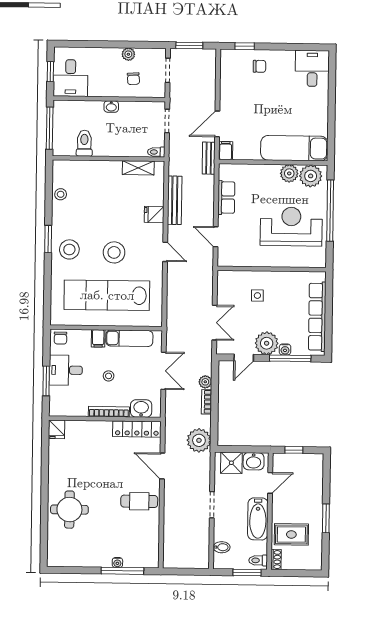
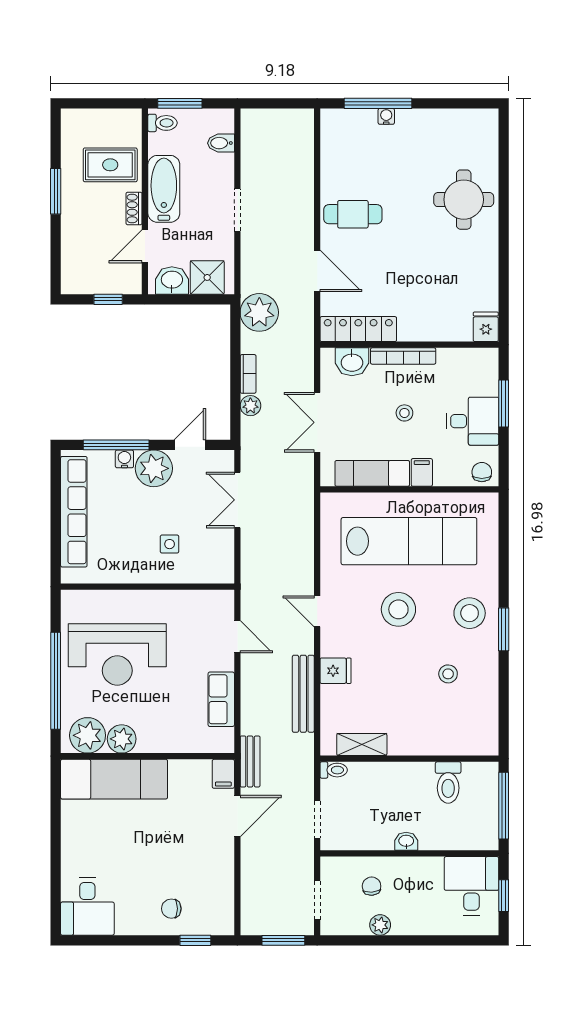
stool: (61, 194) -> (448, 674), moved
shoe rack: (276, 560) -> (134, 208), moved

